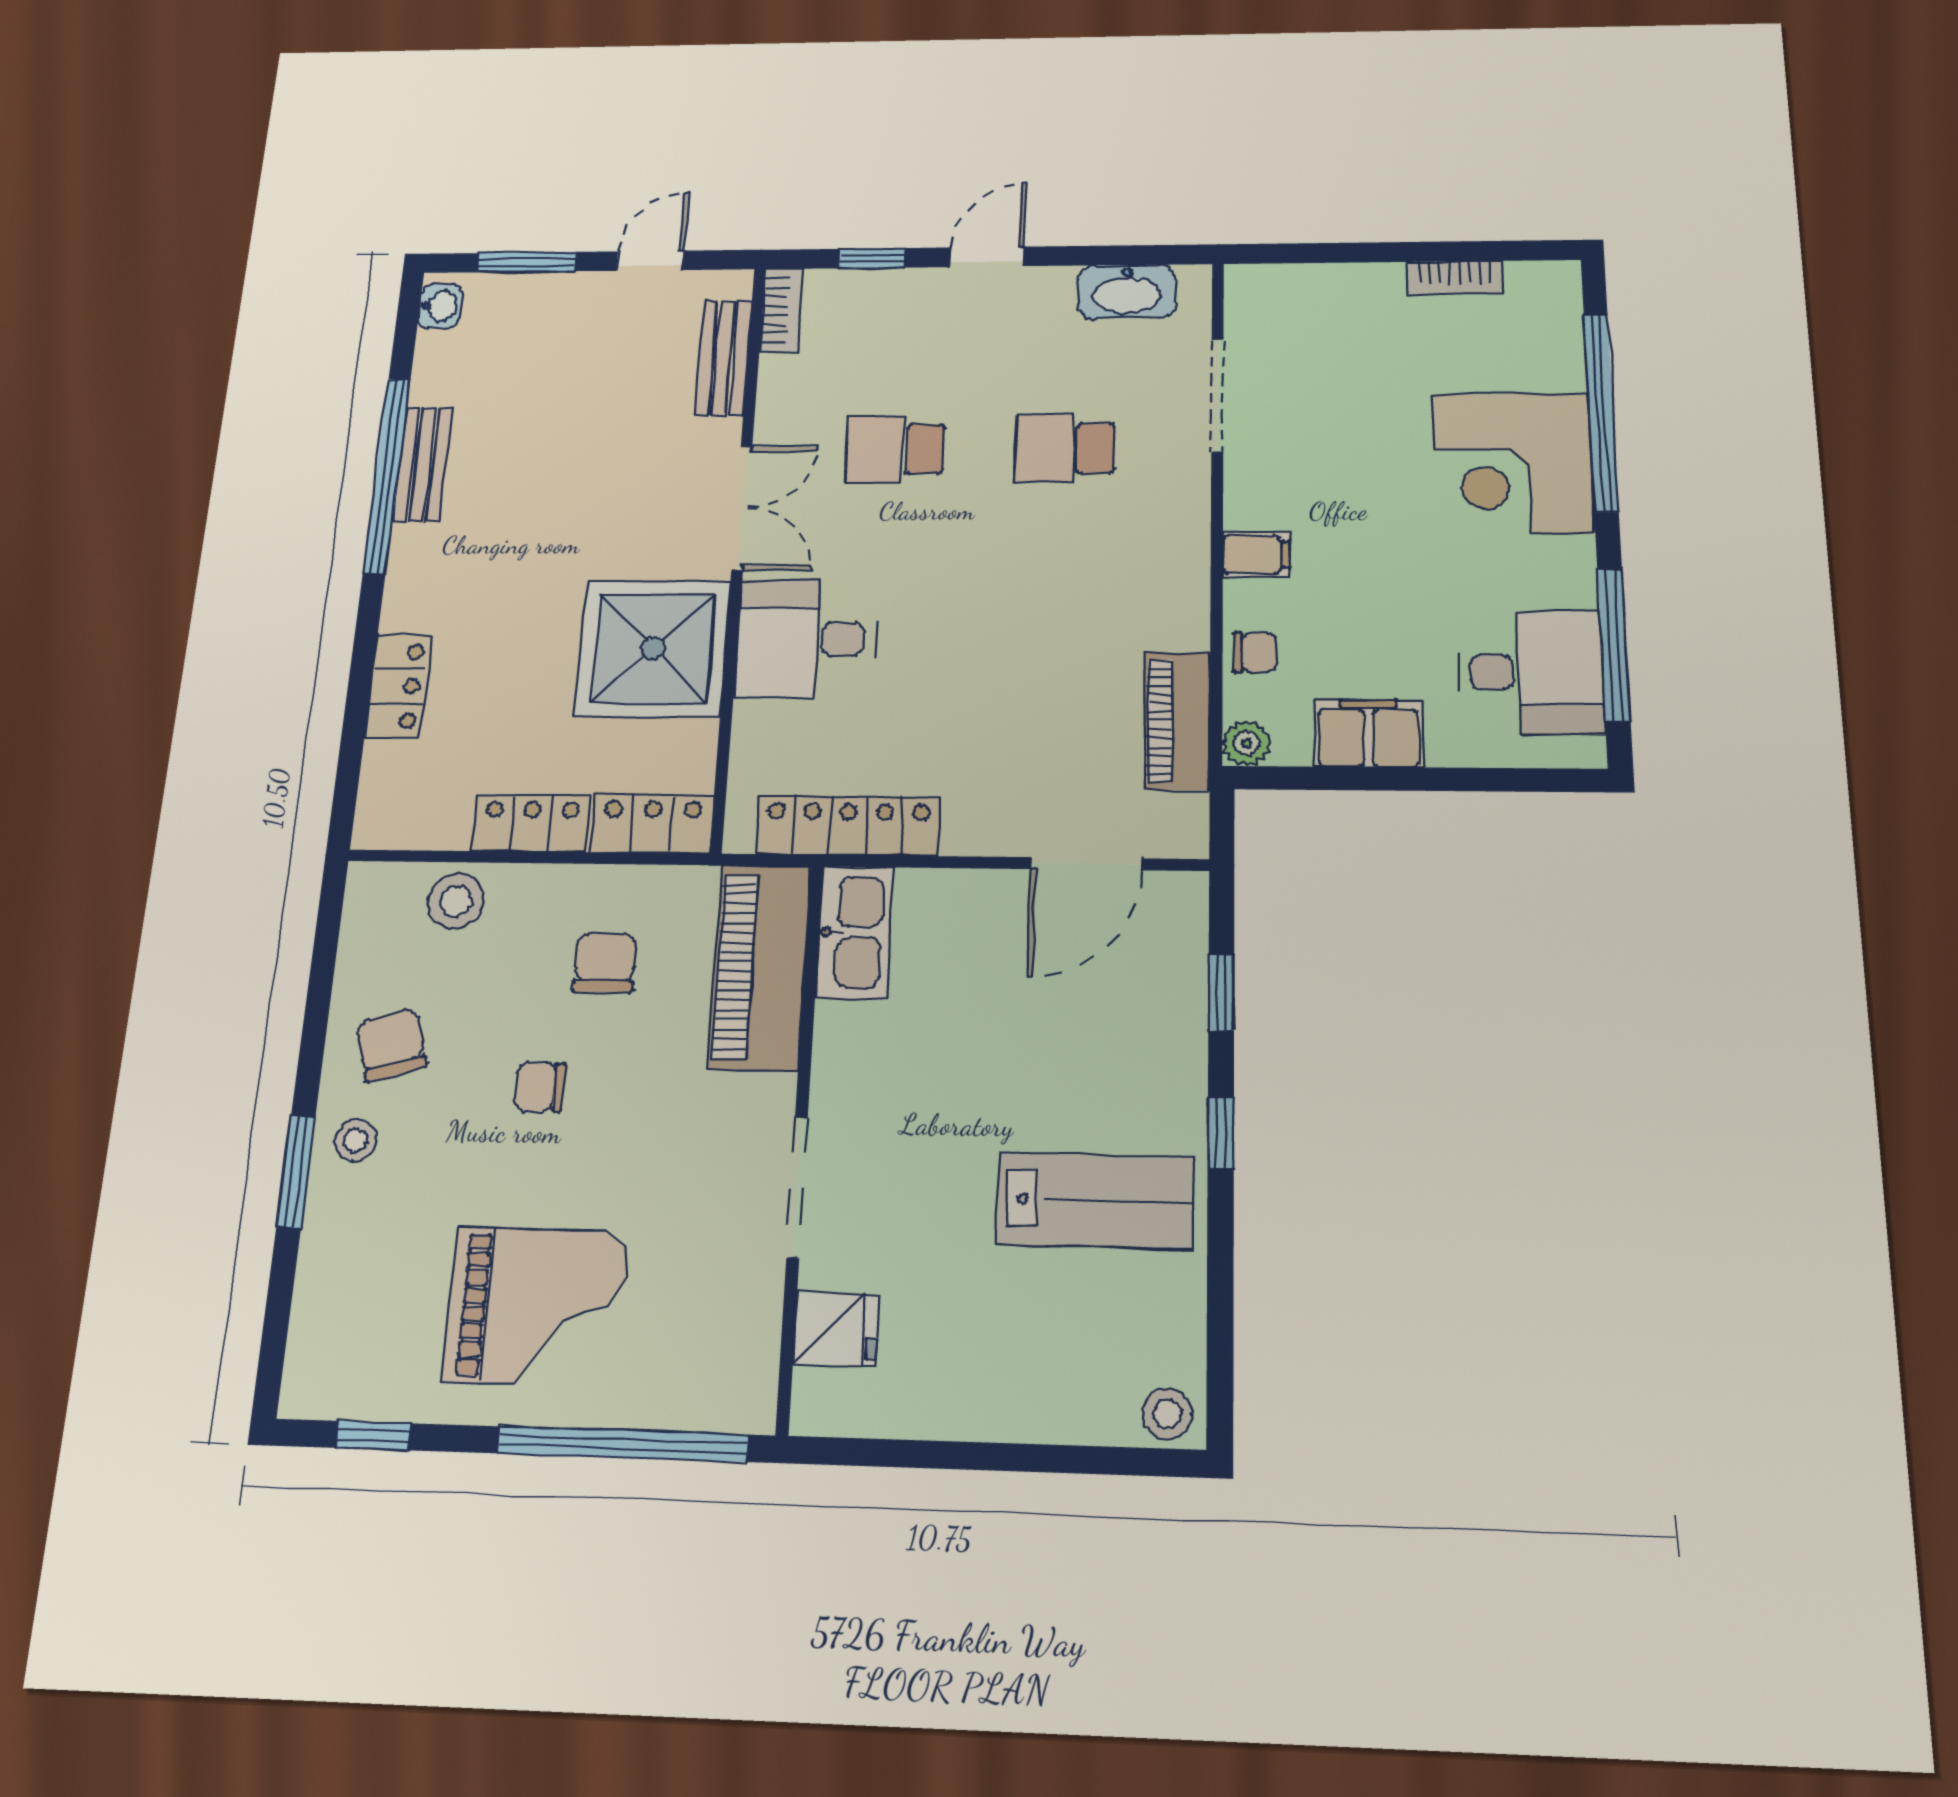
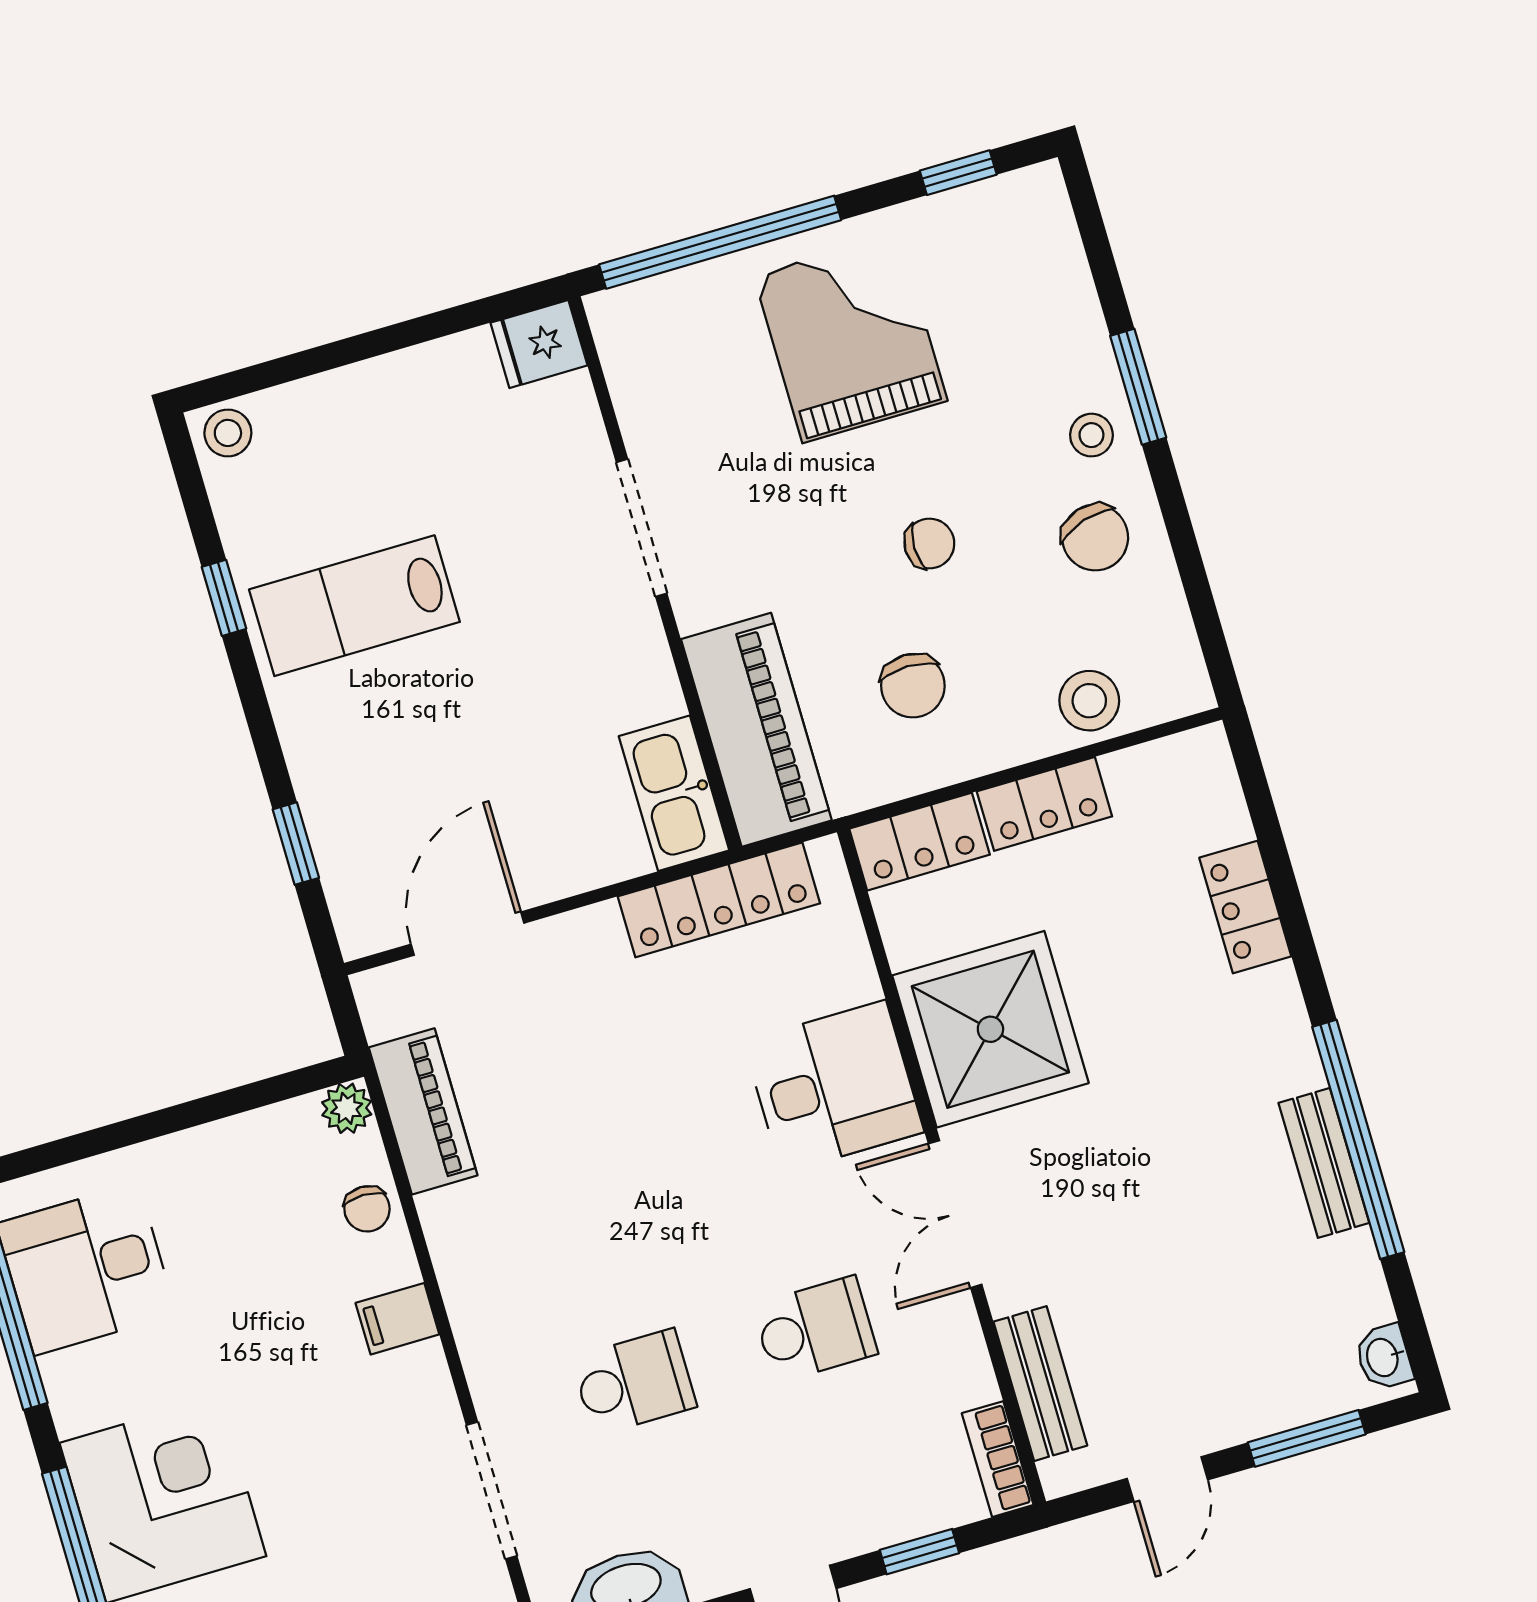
chair: (1255, 653) -> (367, 1209), turned -90
filing cabinet: (1368, 733) -> (229, 1155), removed
window: (1221, 1133) -> (224, 598), moved
grand piano: (536, 1306) -> (851, 338), turned 90
fridge: (836, 1329) -> (539, 344), moved

